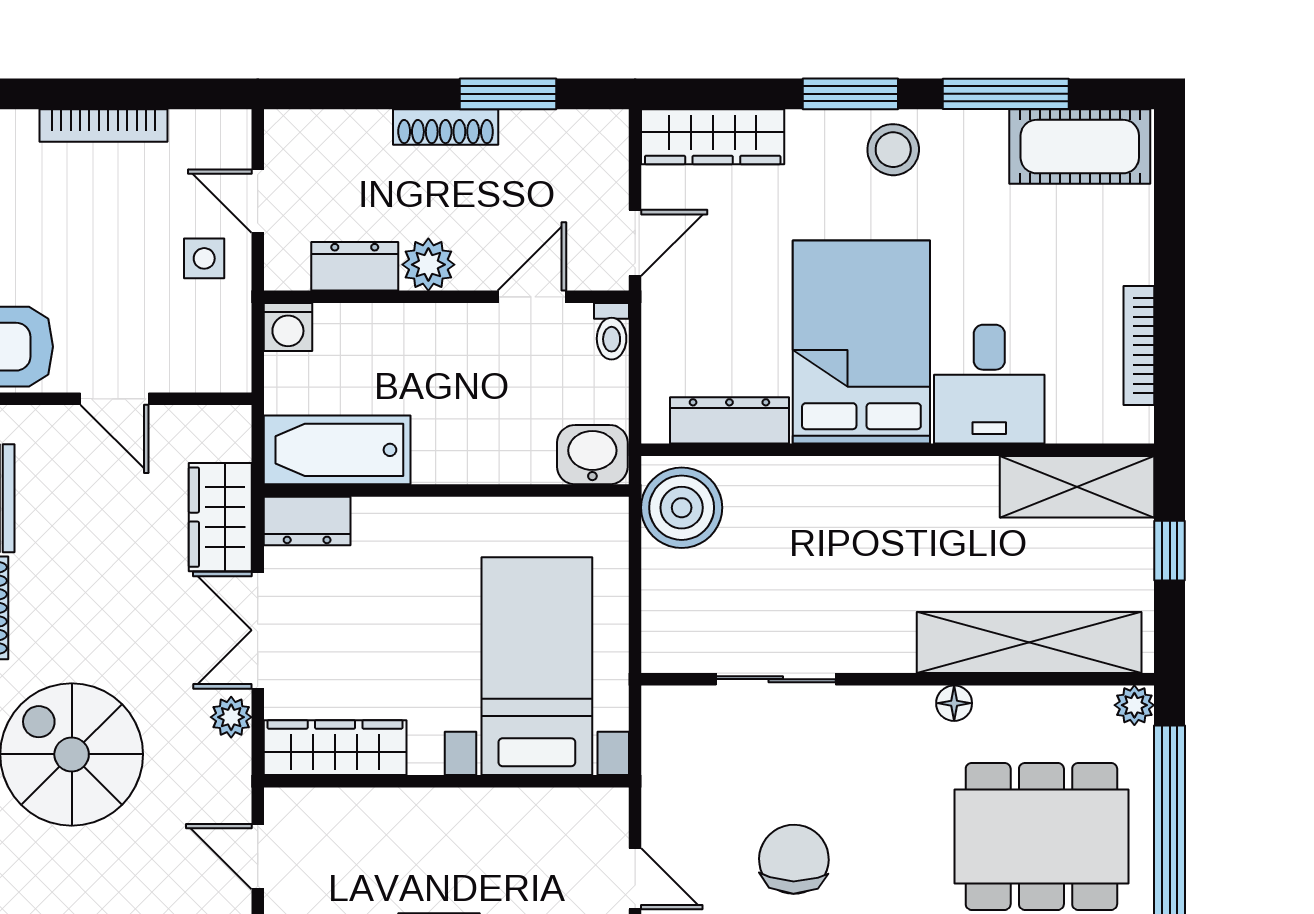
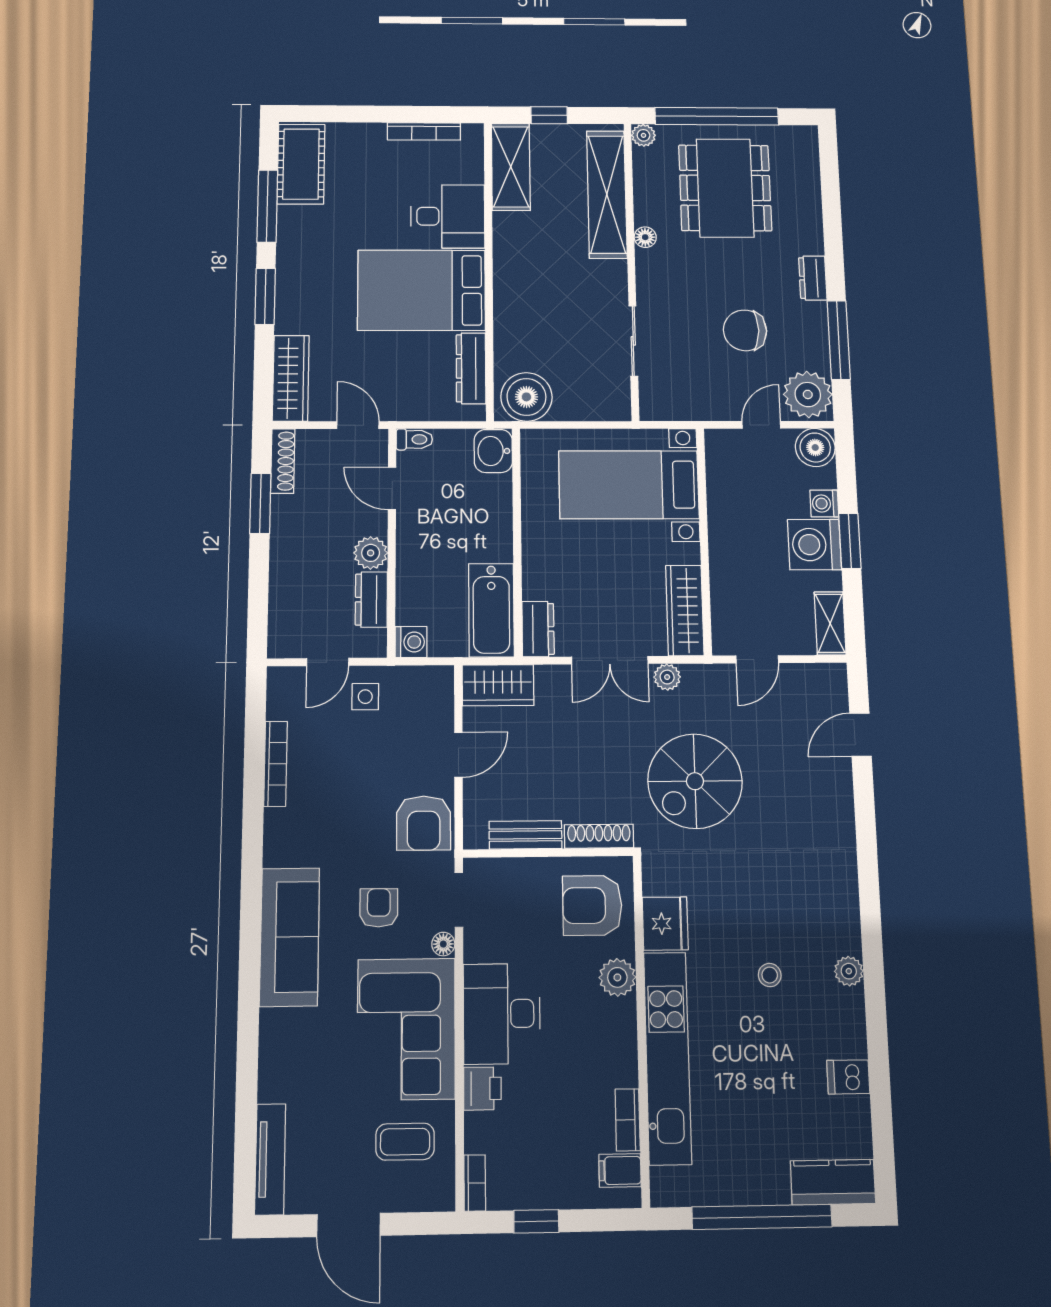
shoe rack: (446, 127) -> (283, 461), moved
stool: (893, 150) -> (301, 271), removed
wardrobe: (220, 517) -> (498, 685), moved

